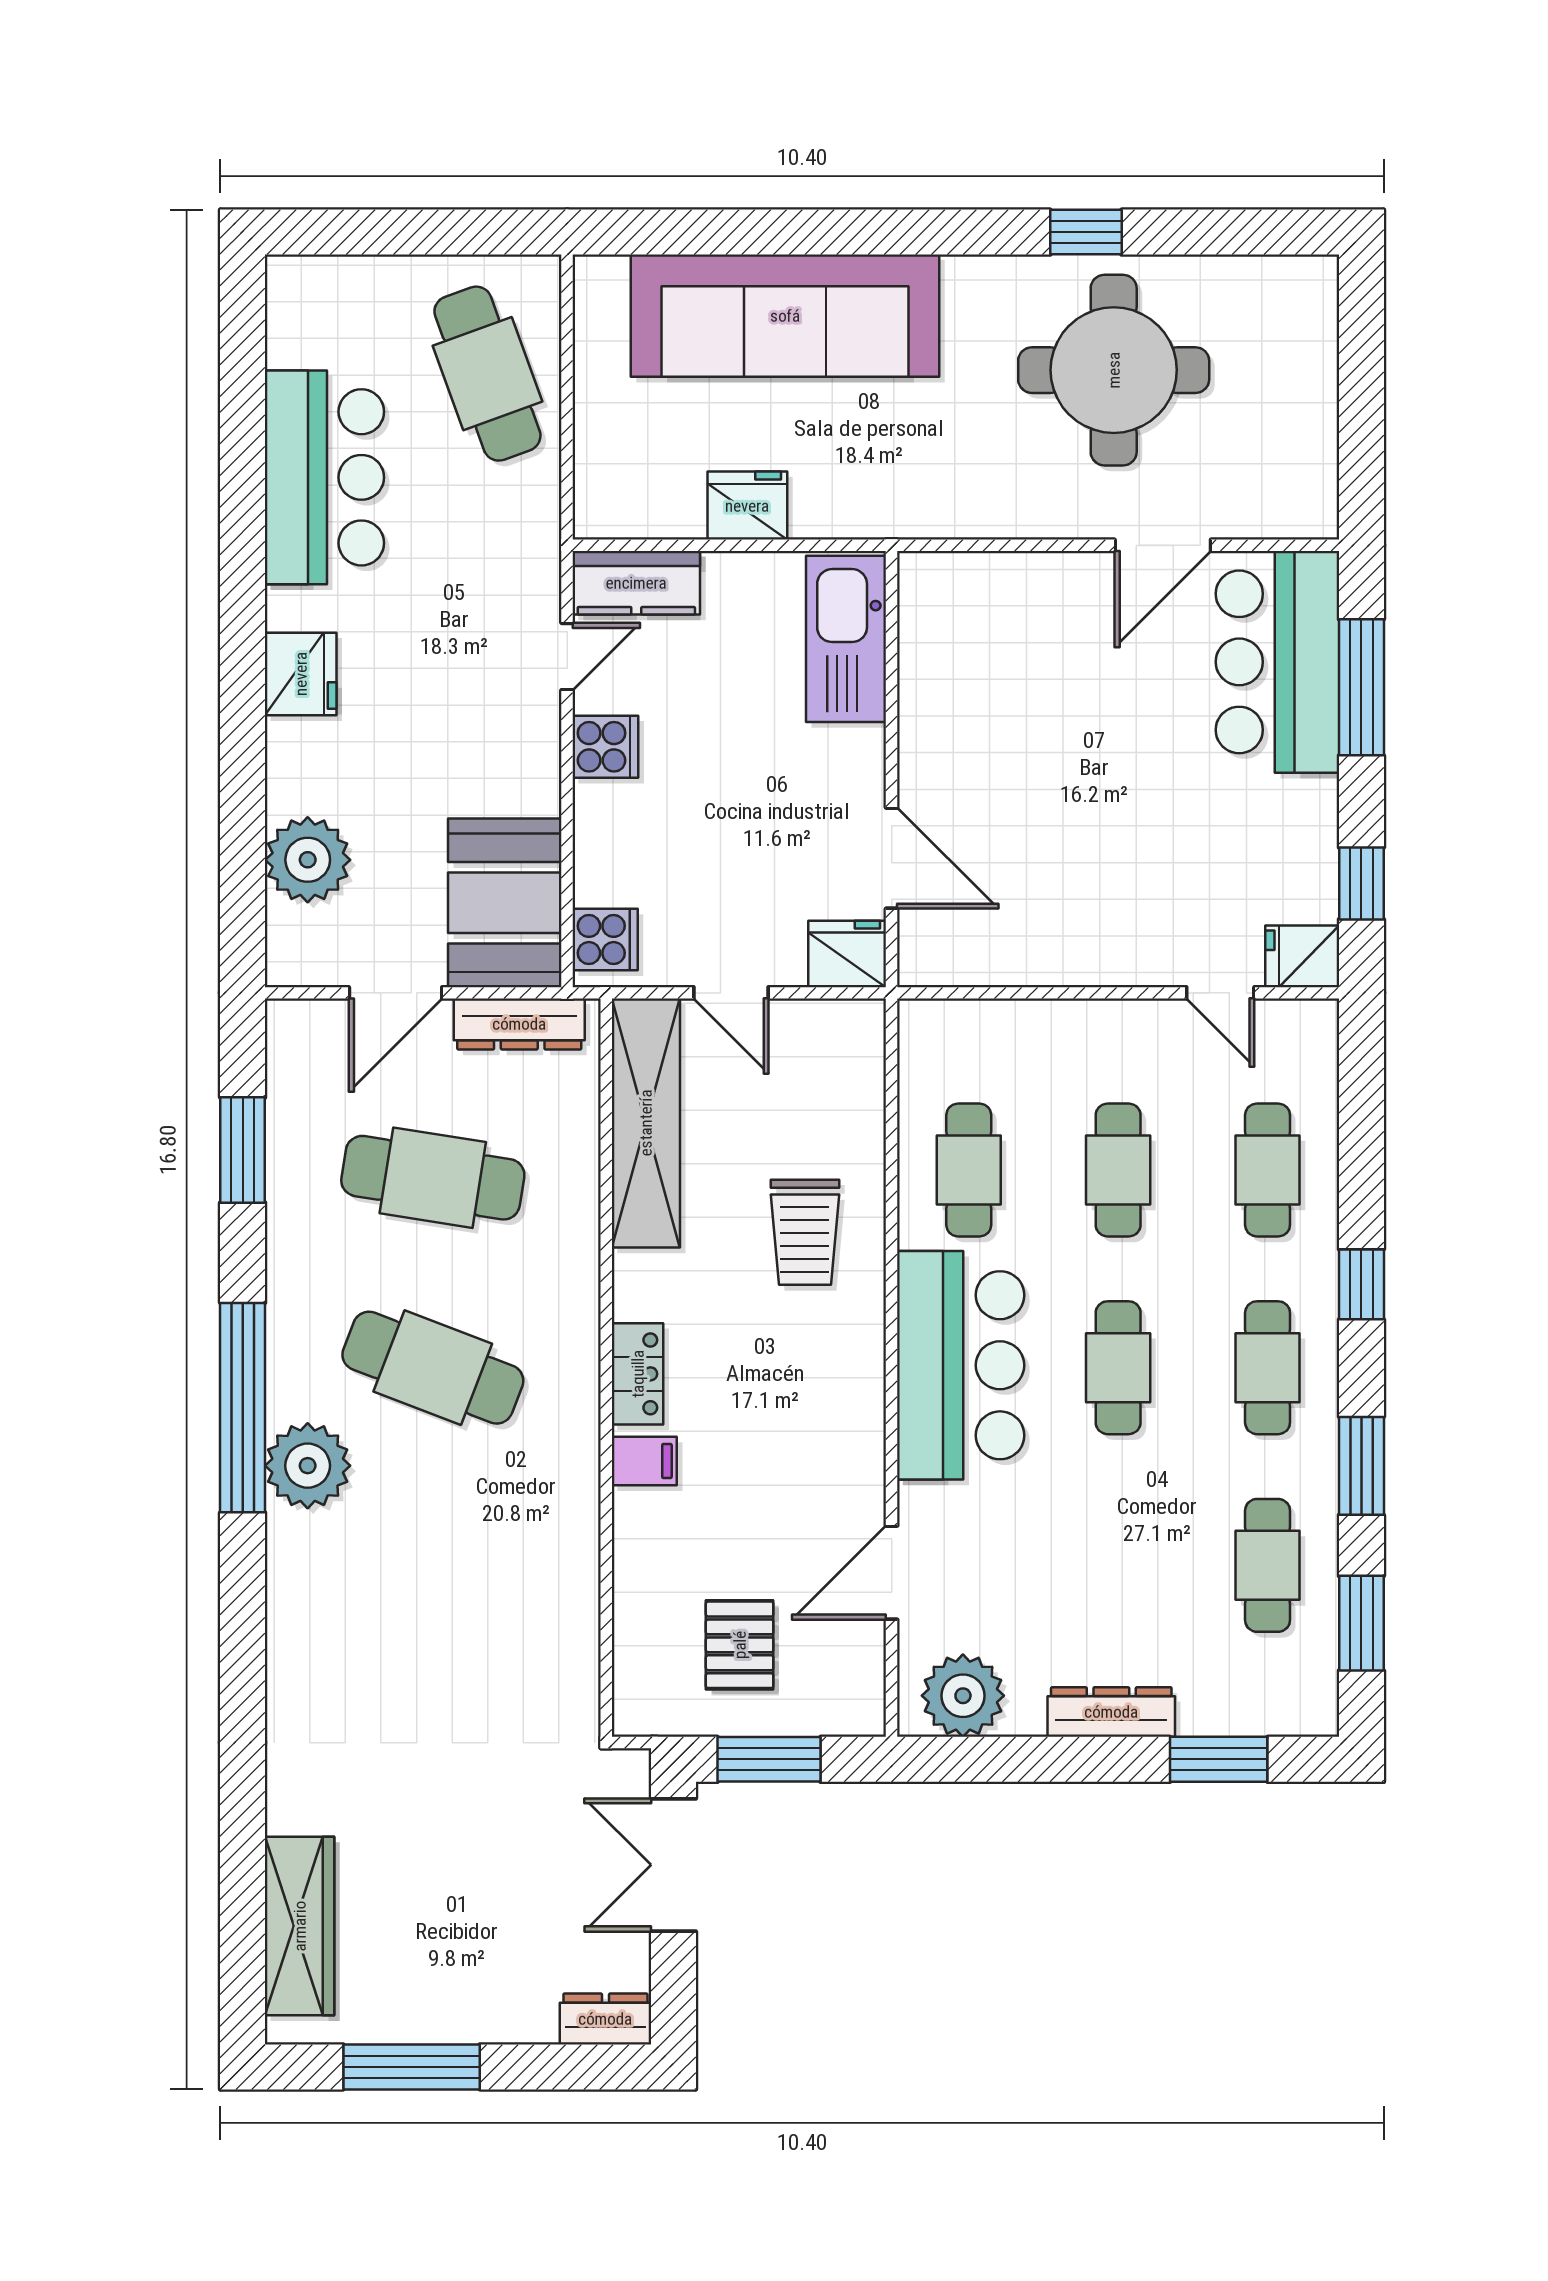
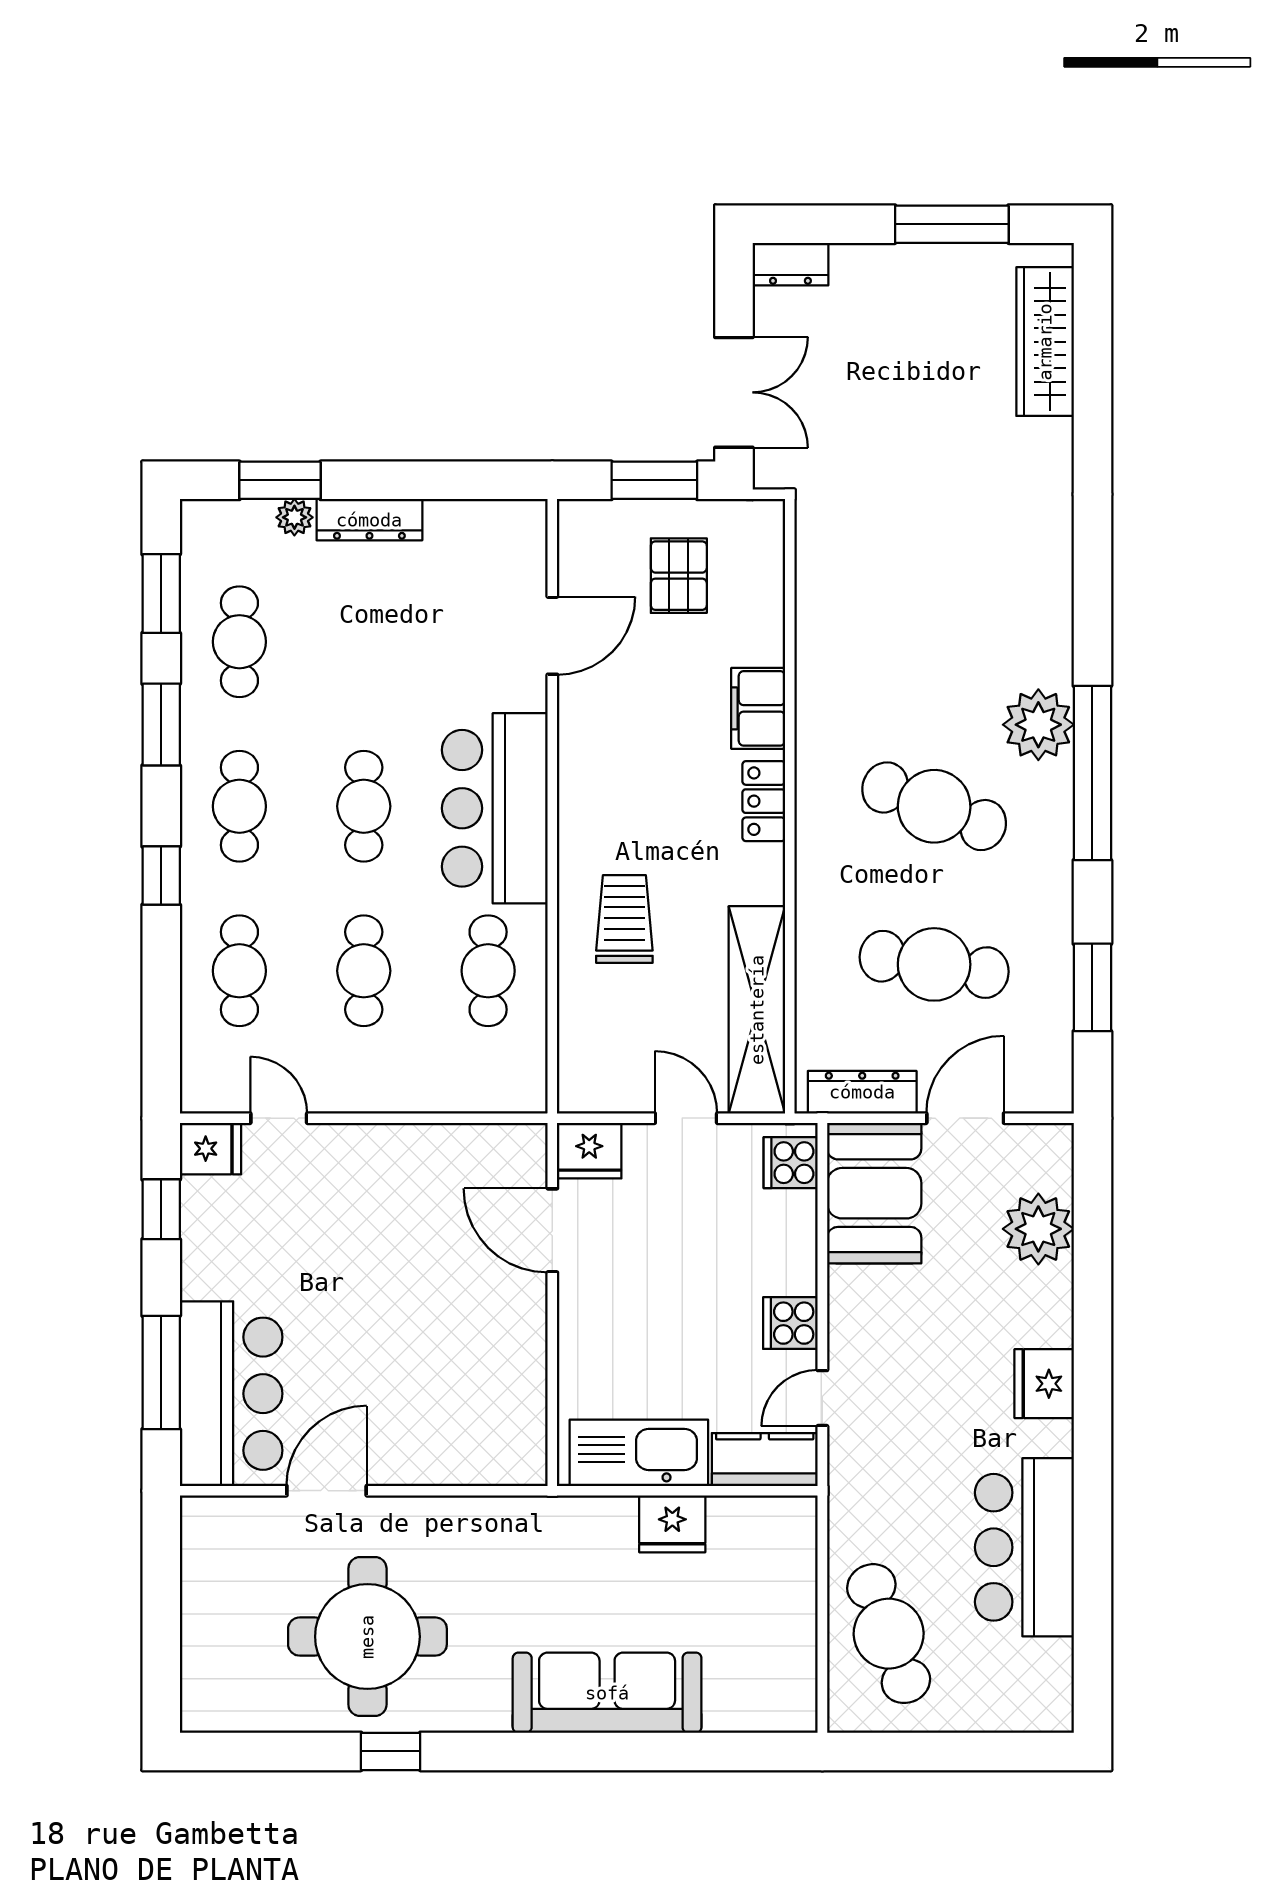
sofa: (785, 316) -> (607, 1693), width x0.74, depth x0.79
kitchen sink: (846, 639) -> (639, 1453), moved, turned -90
filing cabinet: (644, 1461) -> (758, 708), width x2.00
plant: (963, 1696) -> (294, 517), moved, width x0.53, depth x0.53

